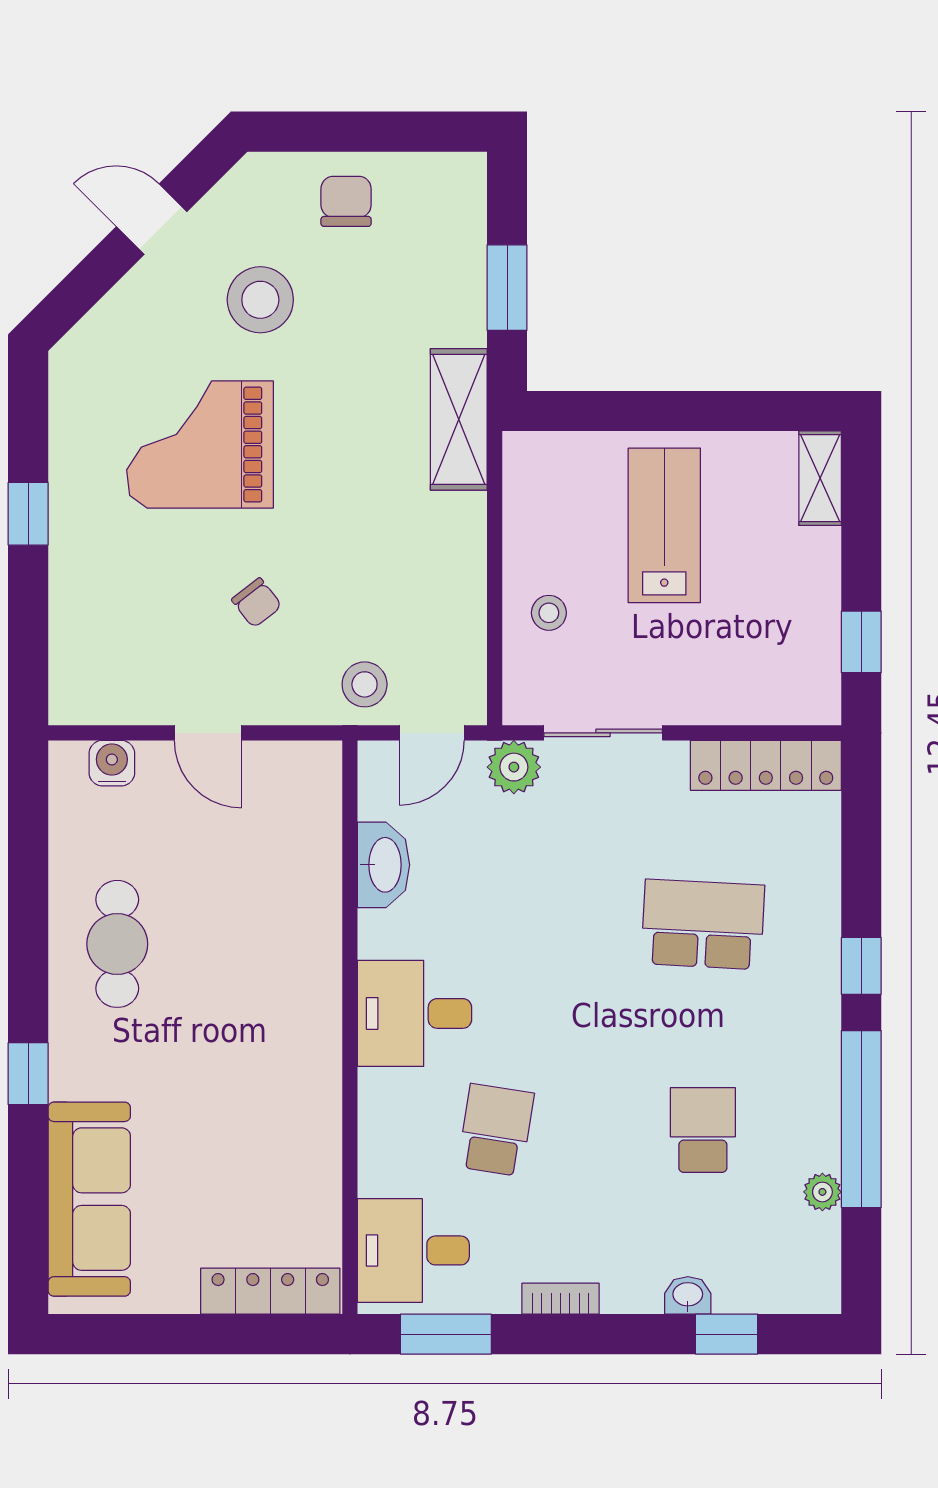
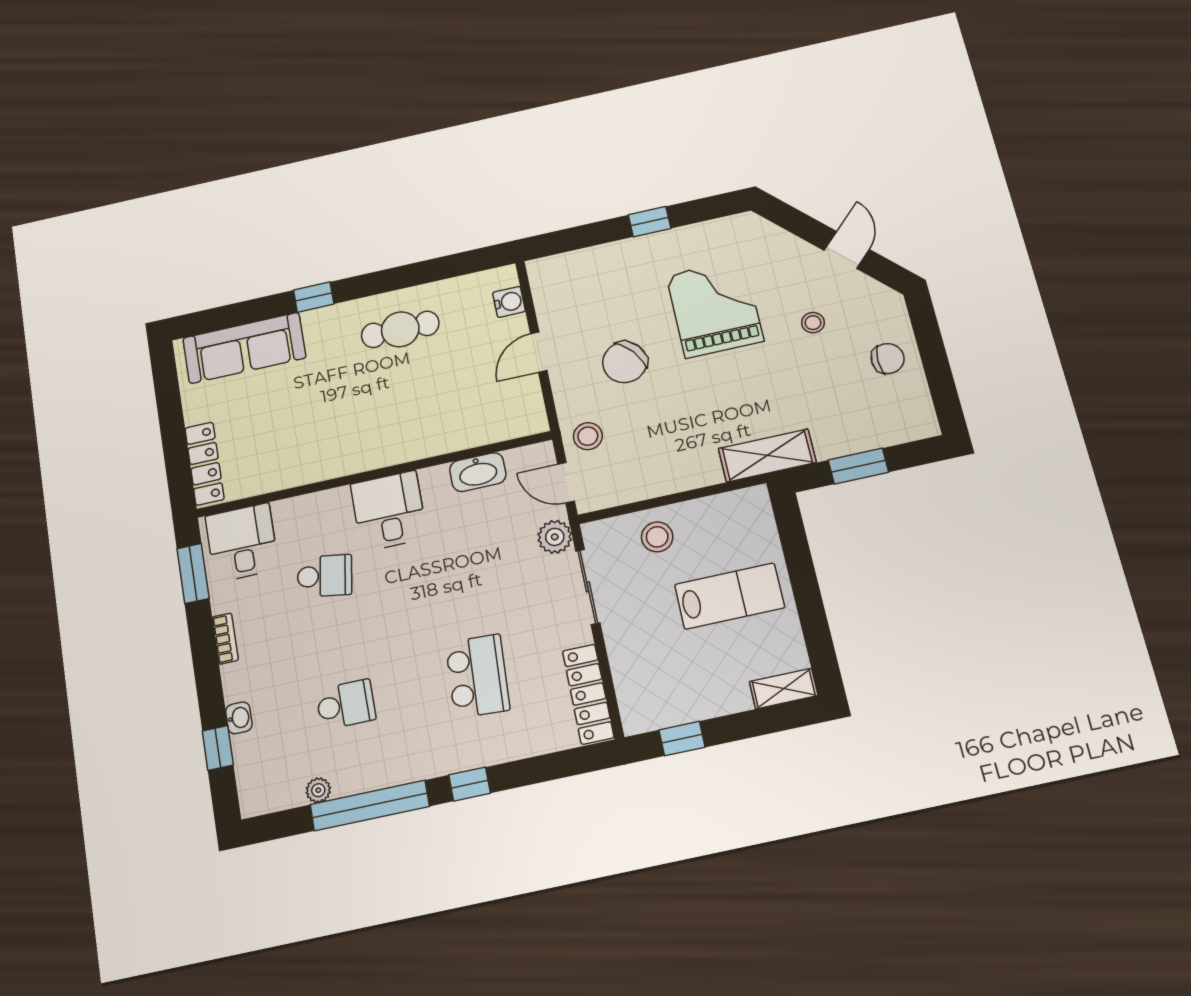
stool: (260, 300) -> (813, 323), width x0.53, depth x0.53
chair: (257, 603) -> (625, 362), width x1.87, depth x1.87
stool: (549, 613) -> (657, 537), width x1.37, depth x1.37

